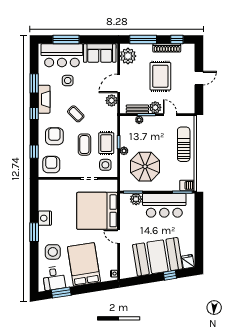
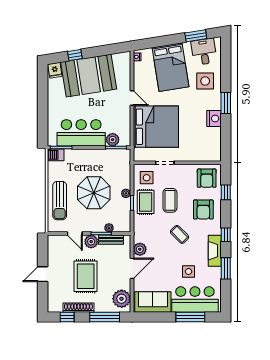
parasol: (145, 167) -> (94, 193), moved

